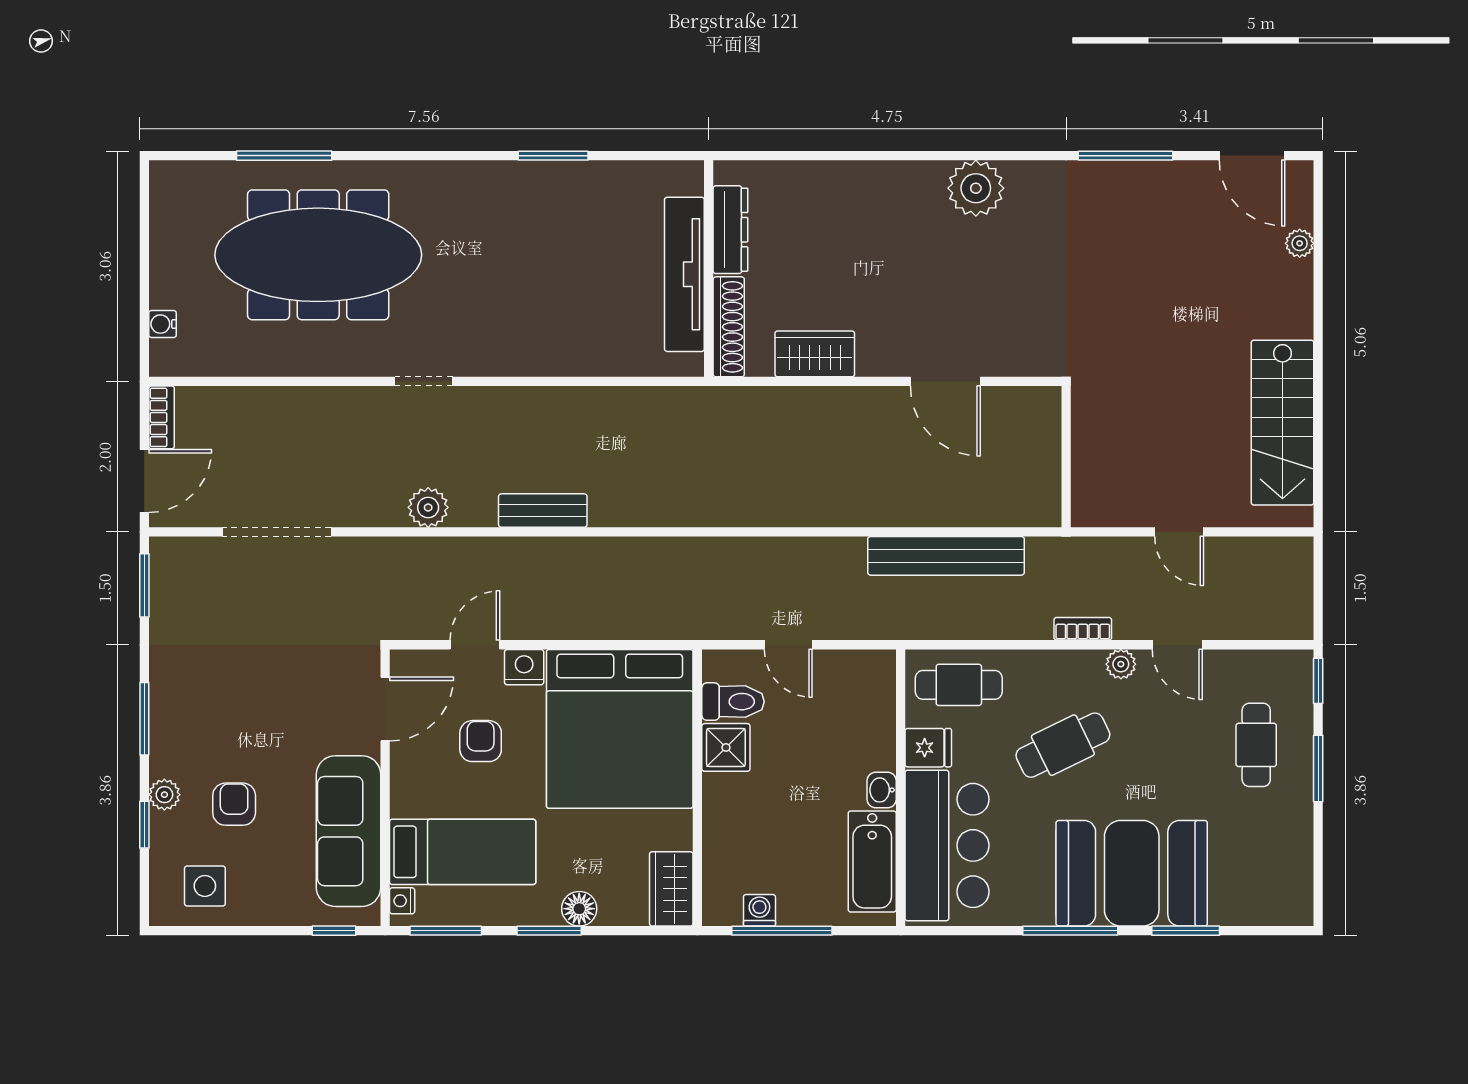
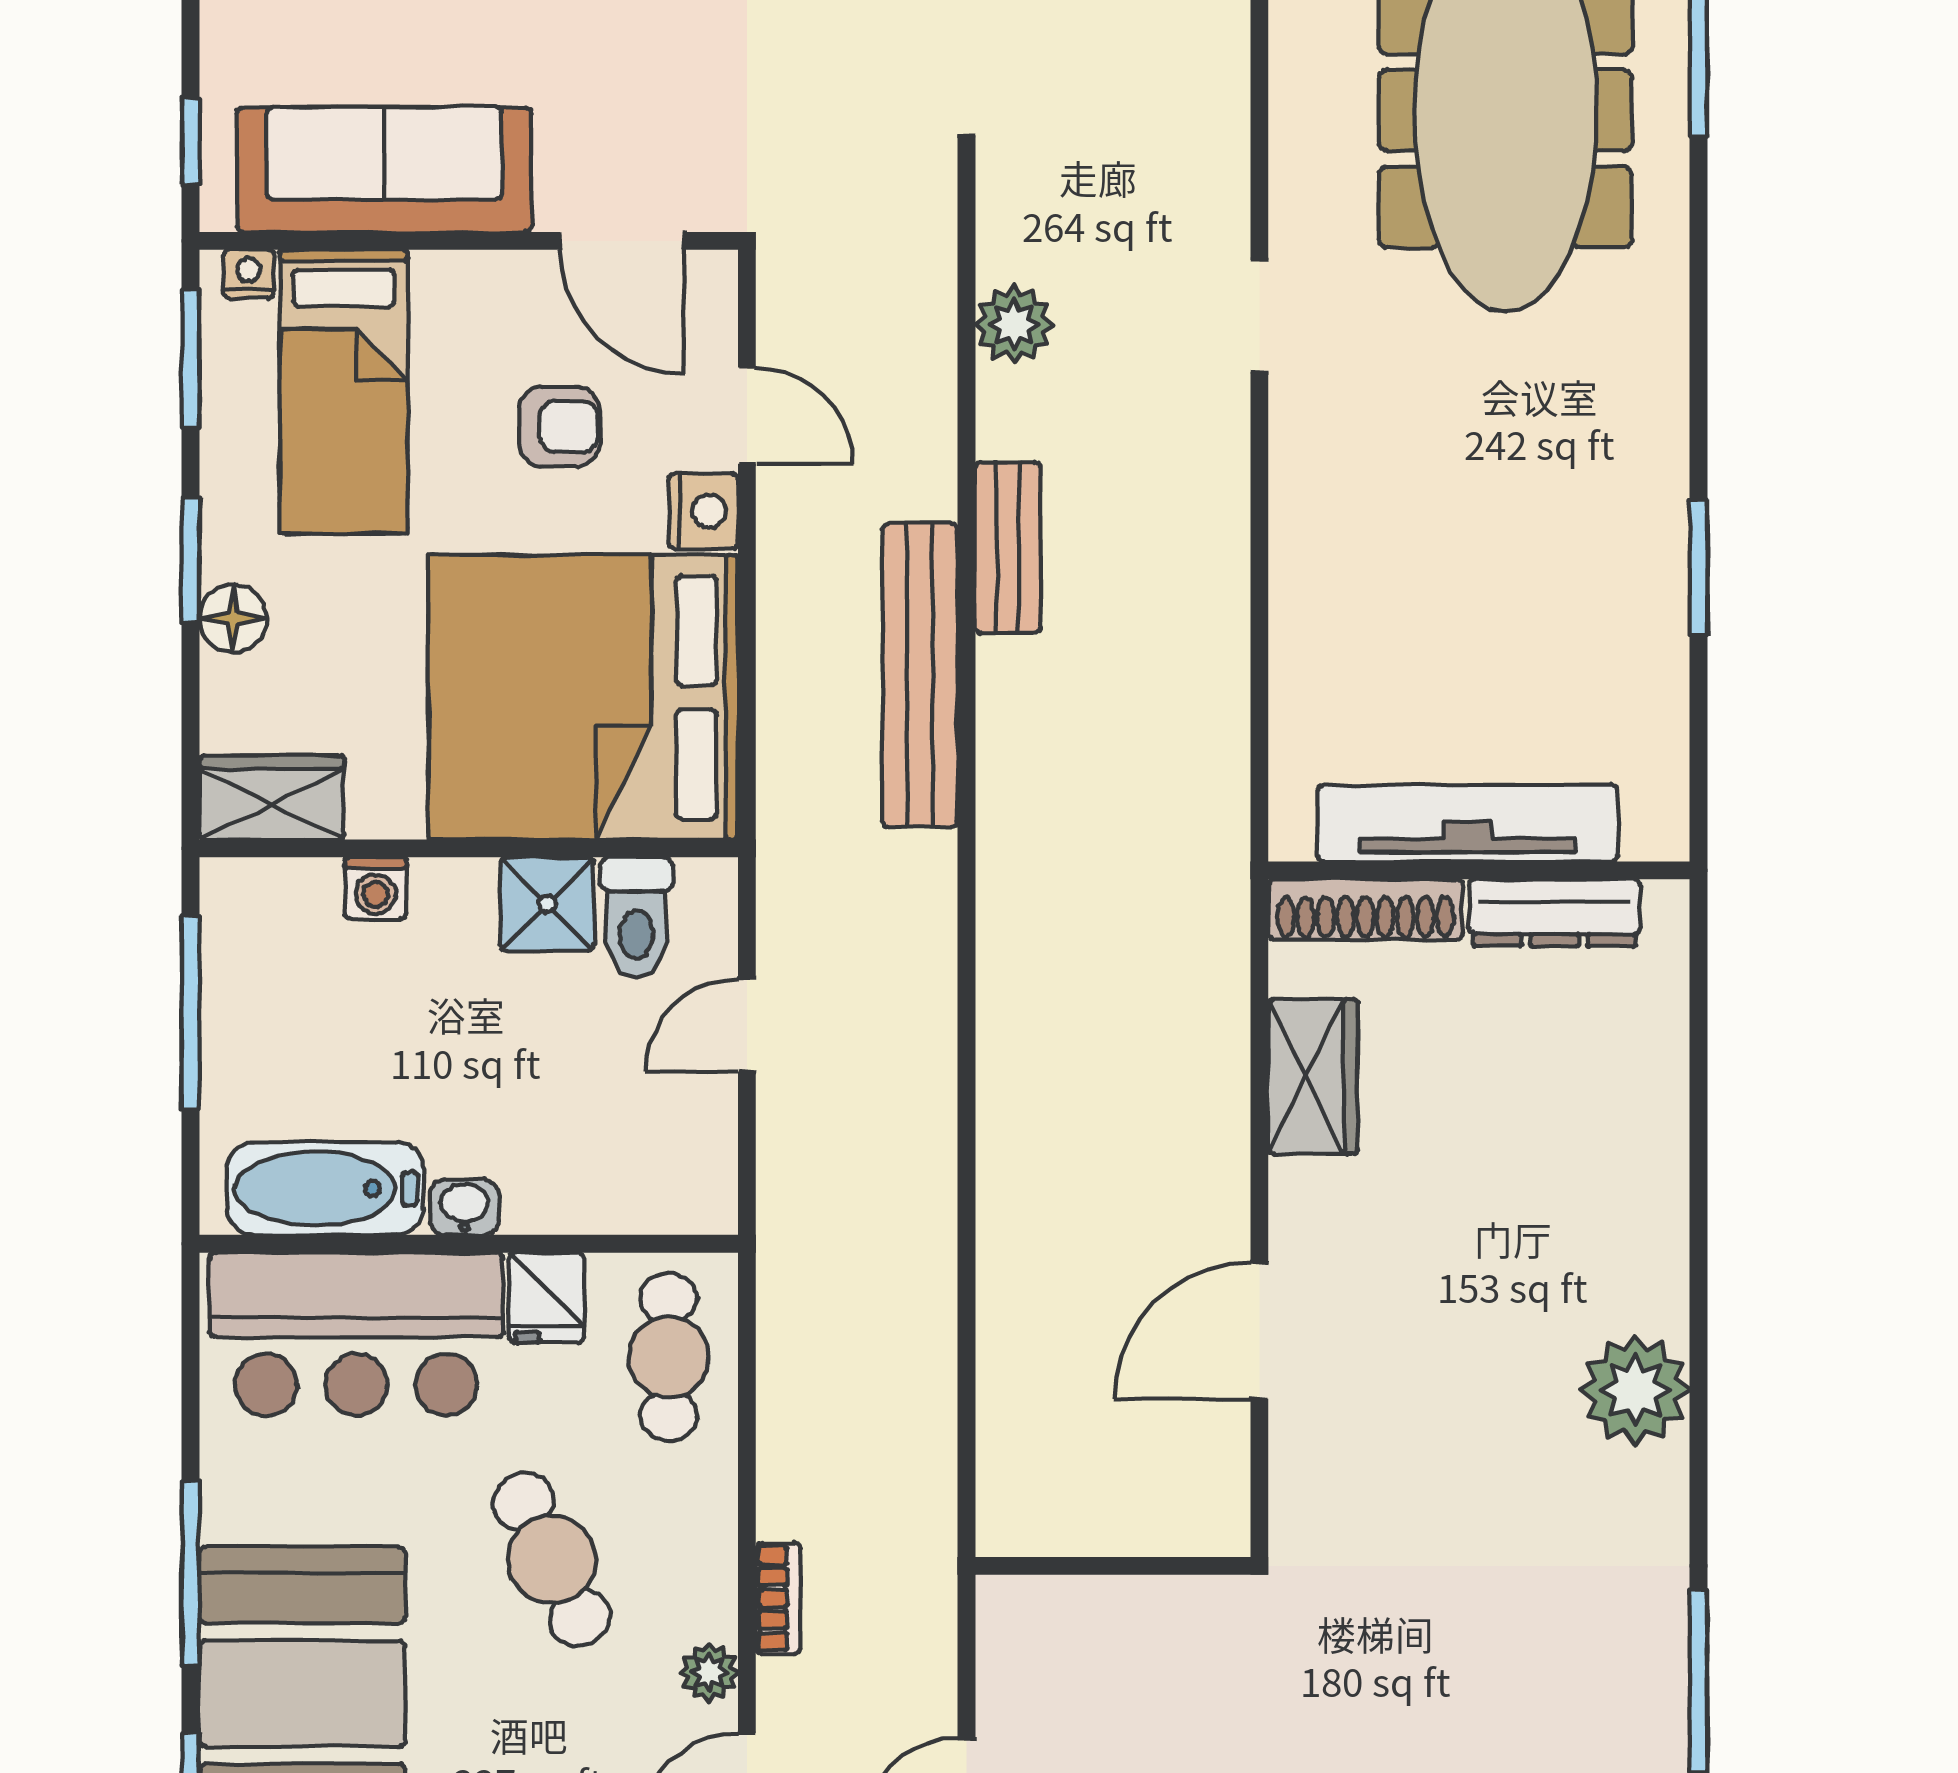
bench: (946, 556) -> (920, 675), moved
washing machine: (759, 910) -> (376, 888), moved, turned 90

